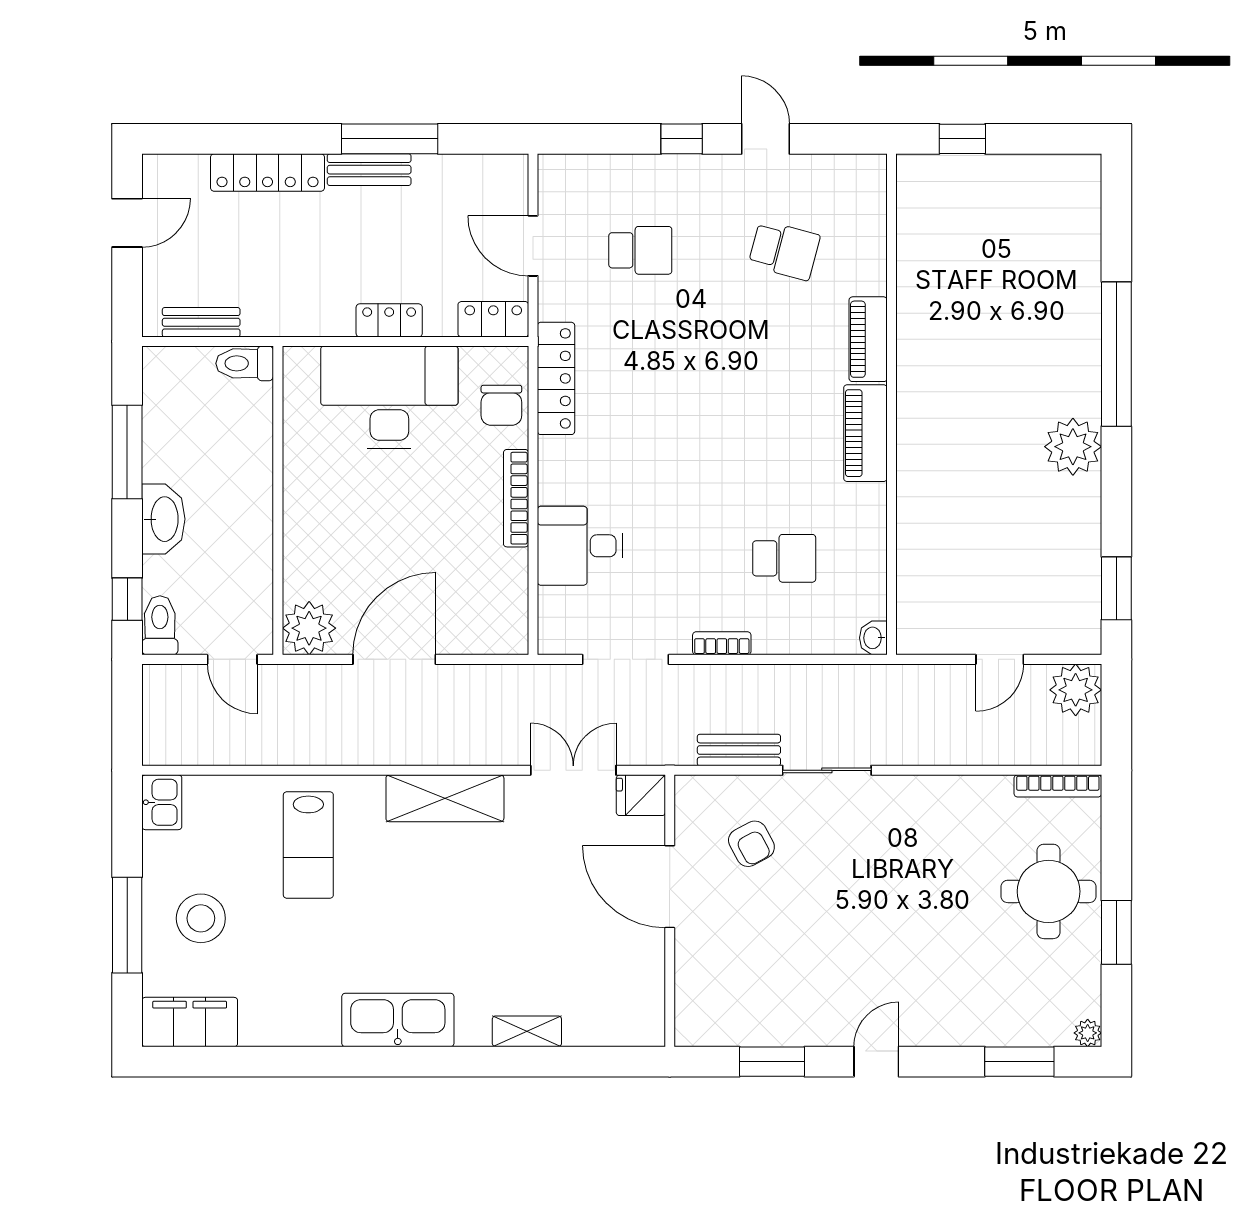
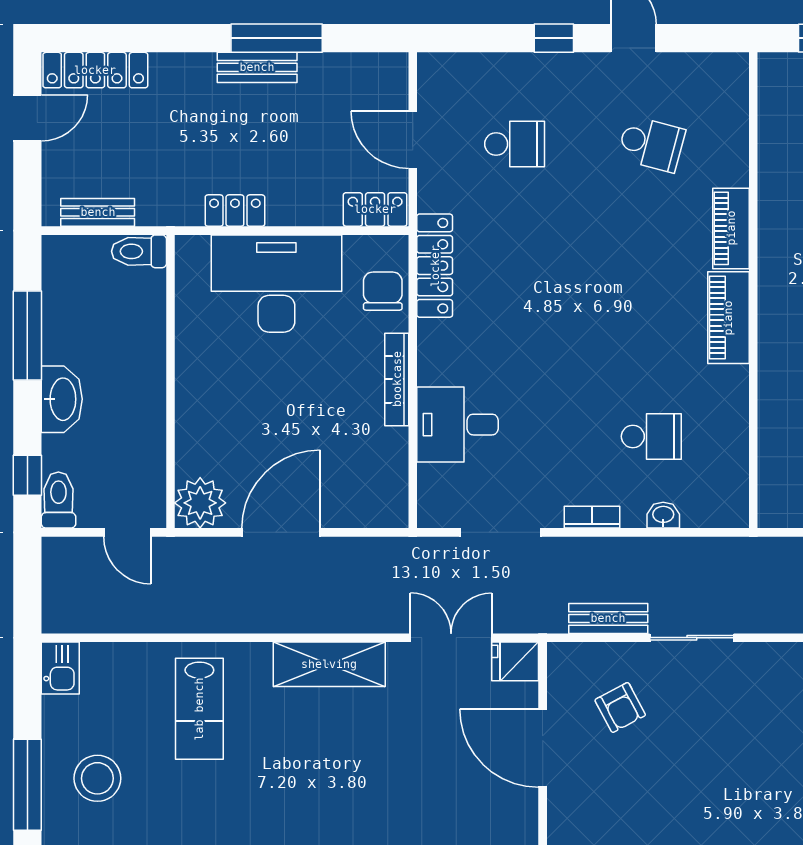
locker: (267, 172) -> (95, 70), moved
locker: (389, 320) -> (235, 211), moved
chair: (501, 405) -> (383, 291), turned 180
washbasin: (873, 638) -> (663, 515), moved, turned 90

